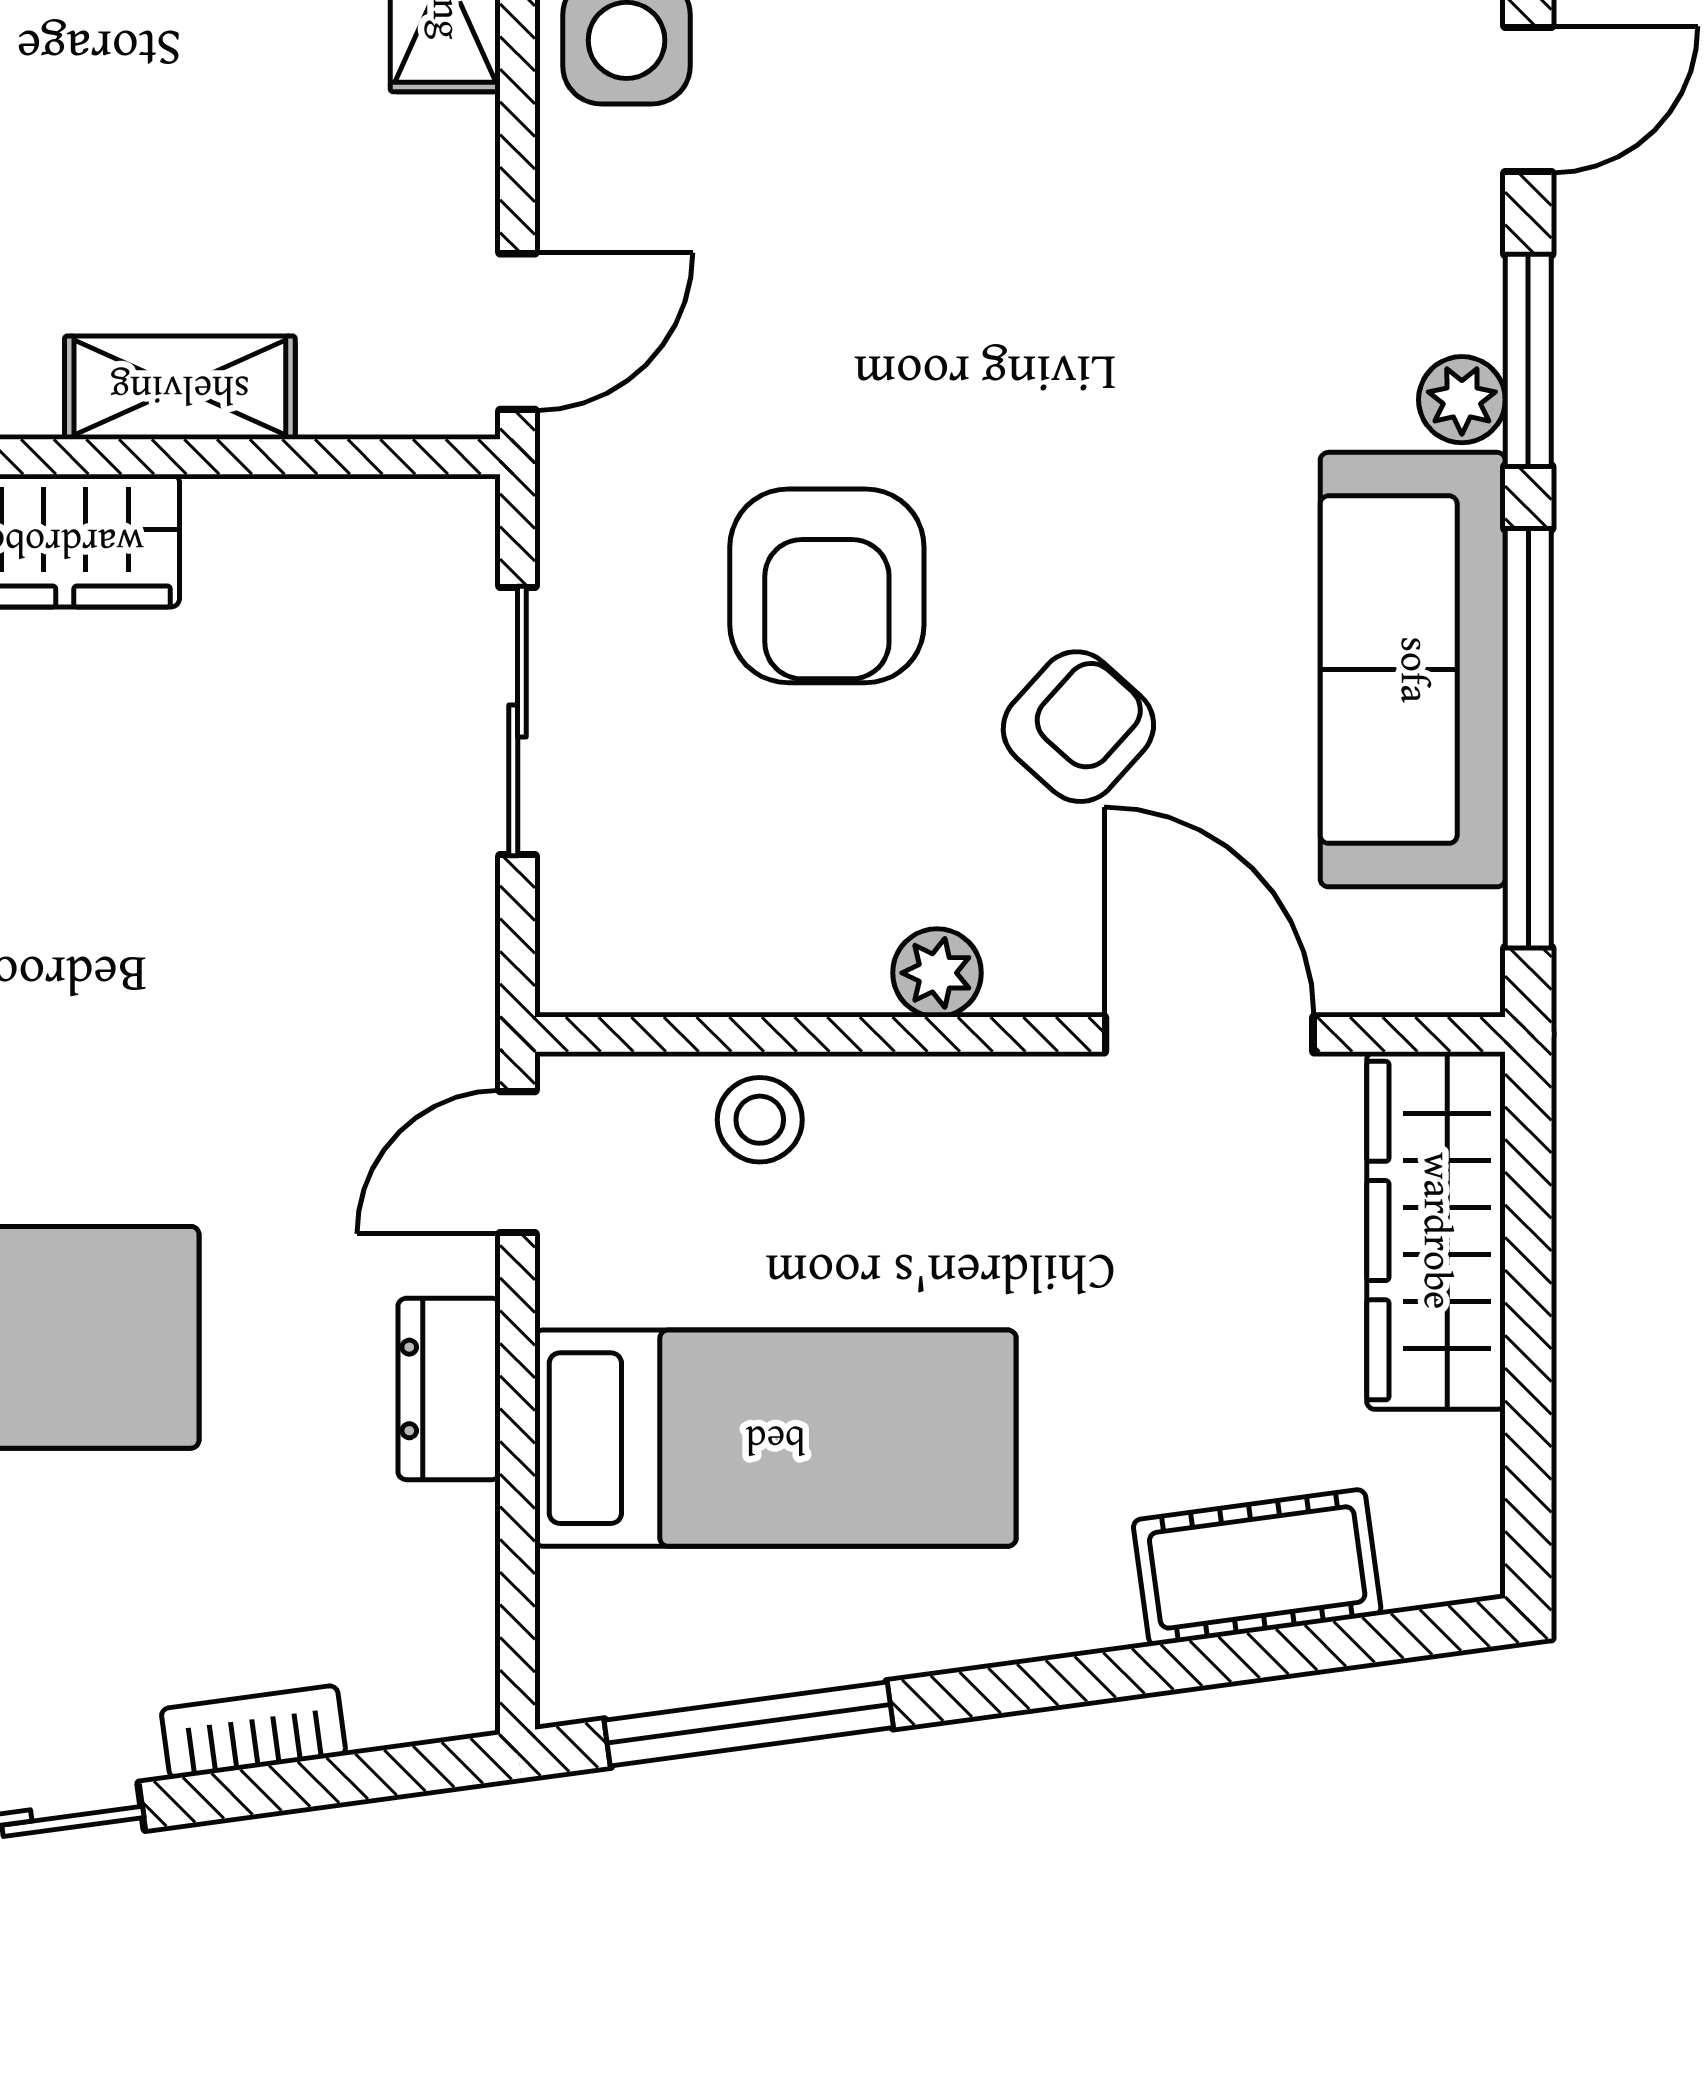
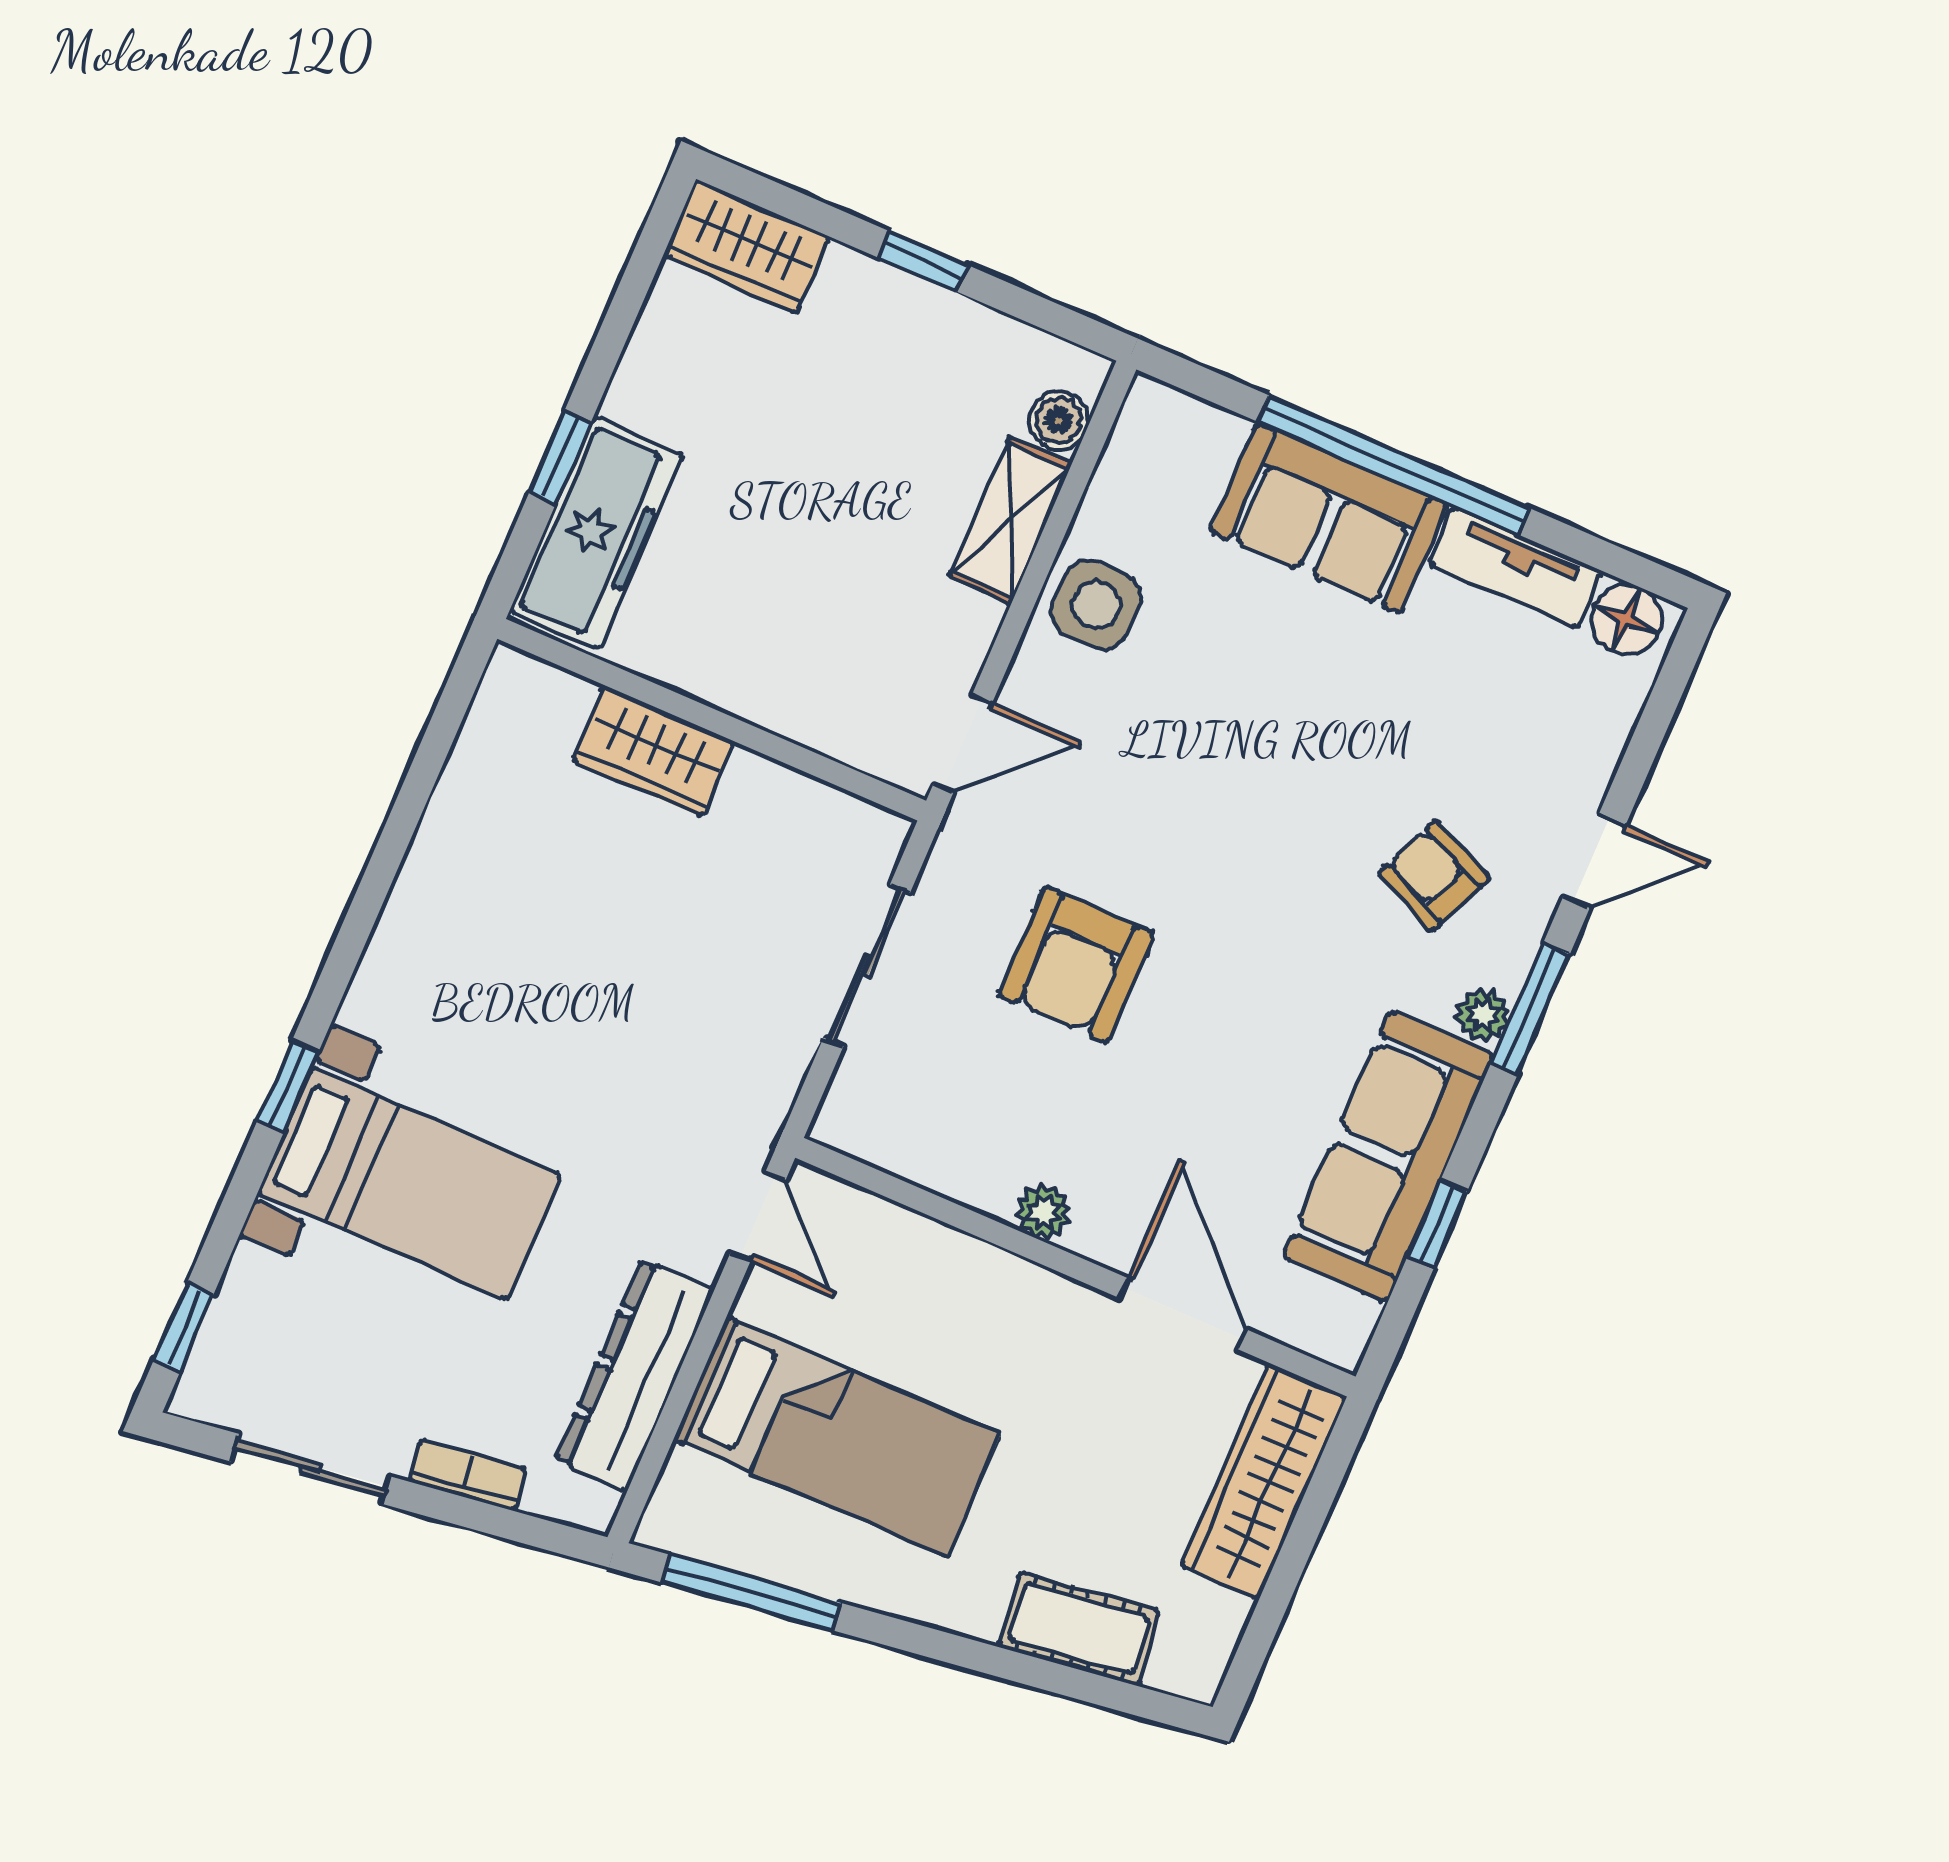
shelving: (180, 388) -> (757, 693), removed
armchair: (1078, 727) -> (1434, 876), moved, turned -108
window: (1528, 738) -> (1437, 1224), width x0.32
stool: (760, 1120) -> (906, 1252), removed
door: (518, 1162) -> (758, 1216), swing flipped
dresser: (449, 1389) -> (635, 1375), width x1.96, depth x1.24

